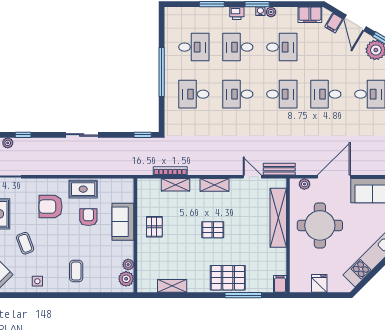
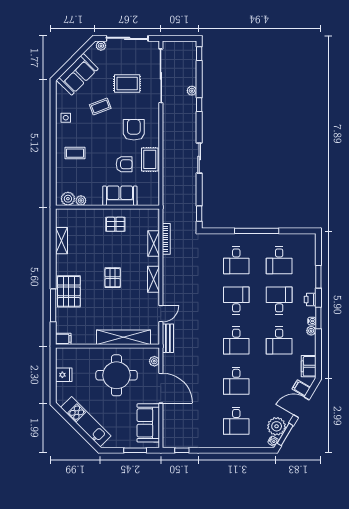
desk: (194, 94) -> (236, 260), turned 180
desk: (326, 94) -> (236, 381), turned 180

